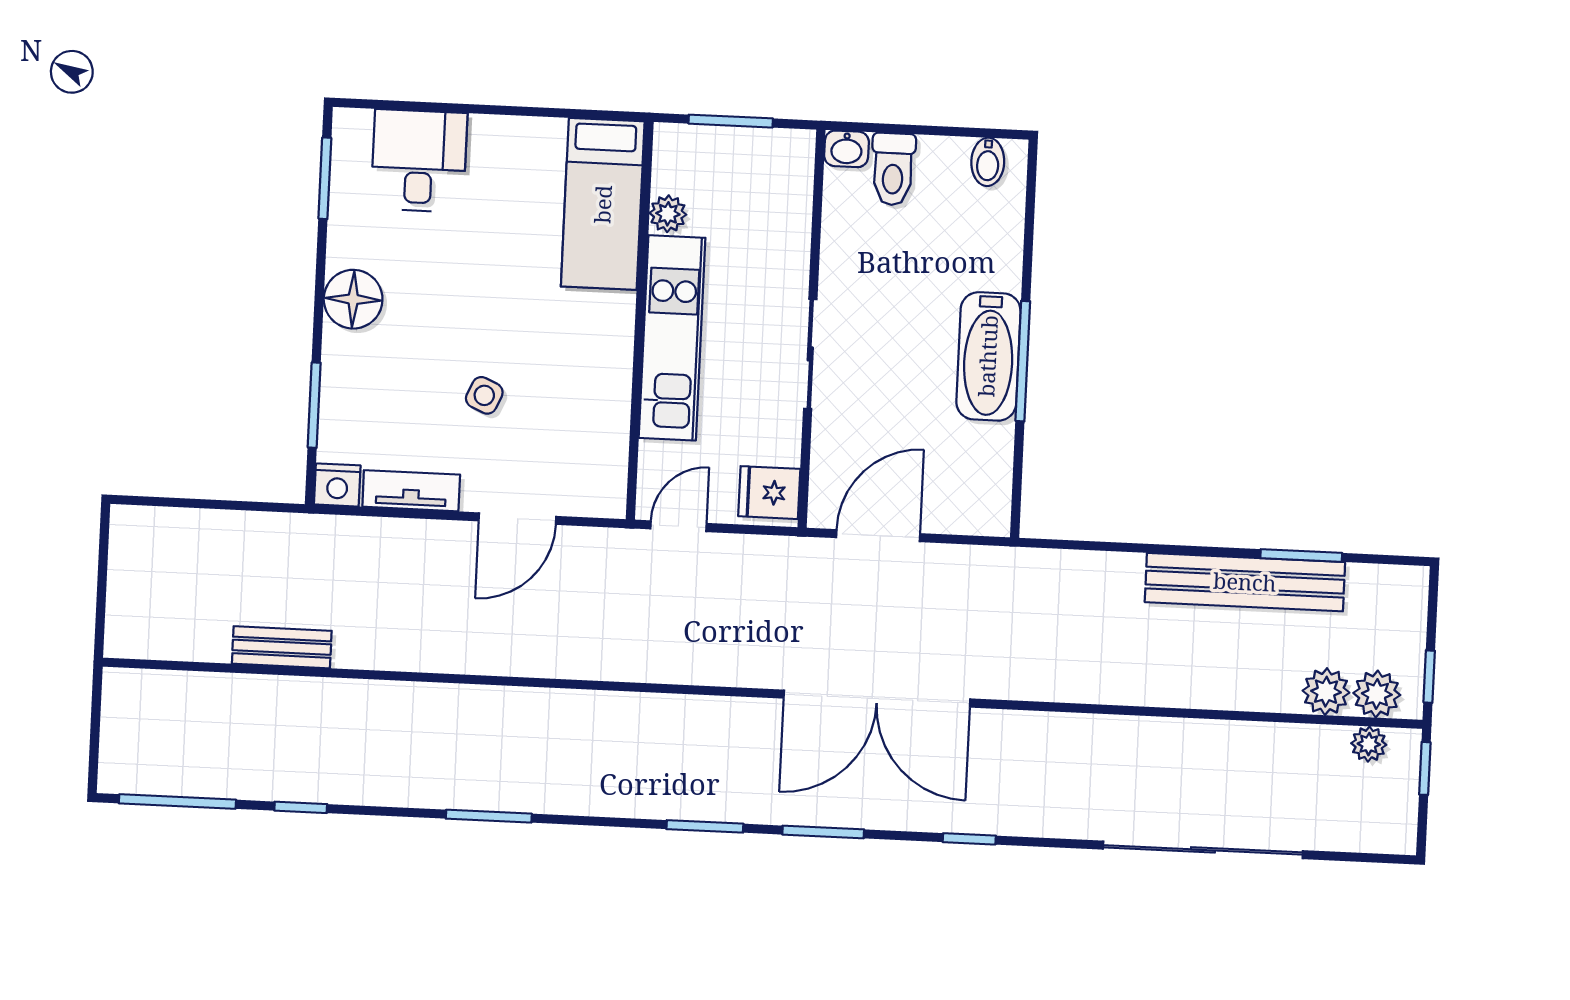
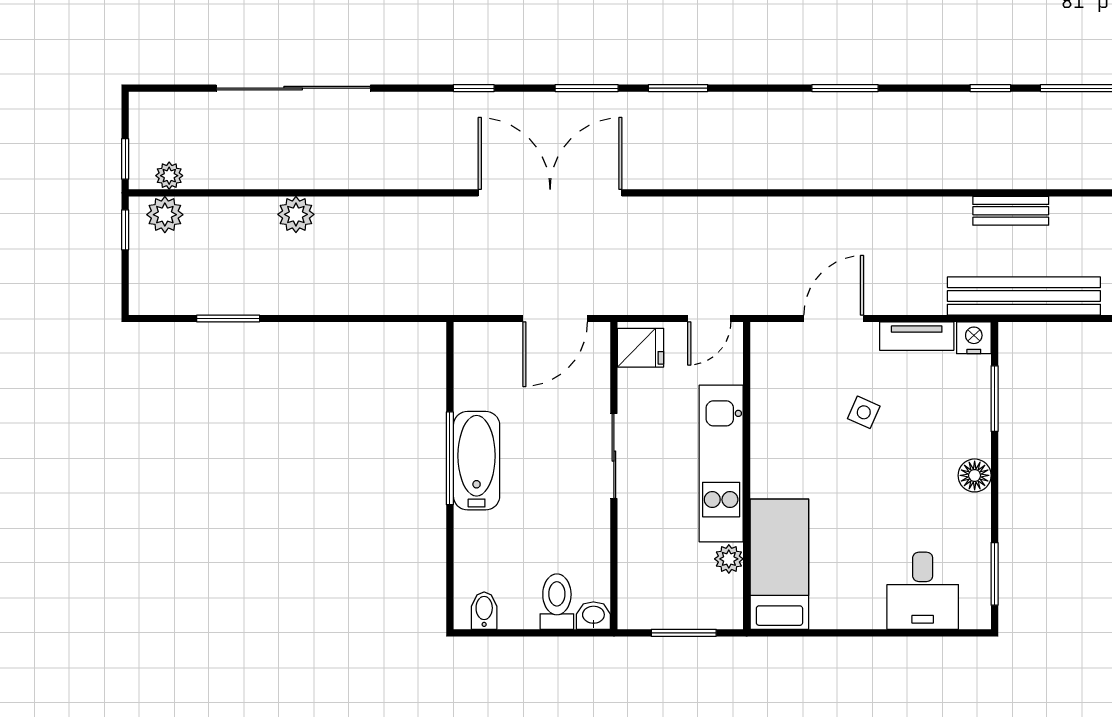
floor lamp: (353, 299) -> (975, 475), width x0.73, depth x0.73
bench: (1245, 582) -> (1024, 296), moved
plant: (1326, 692) -> (296, 214), moved

